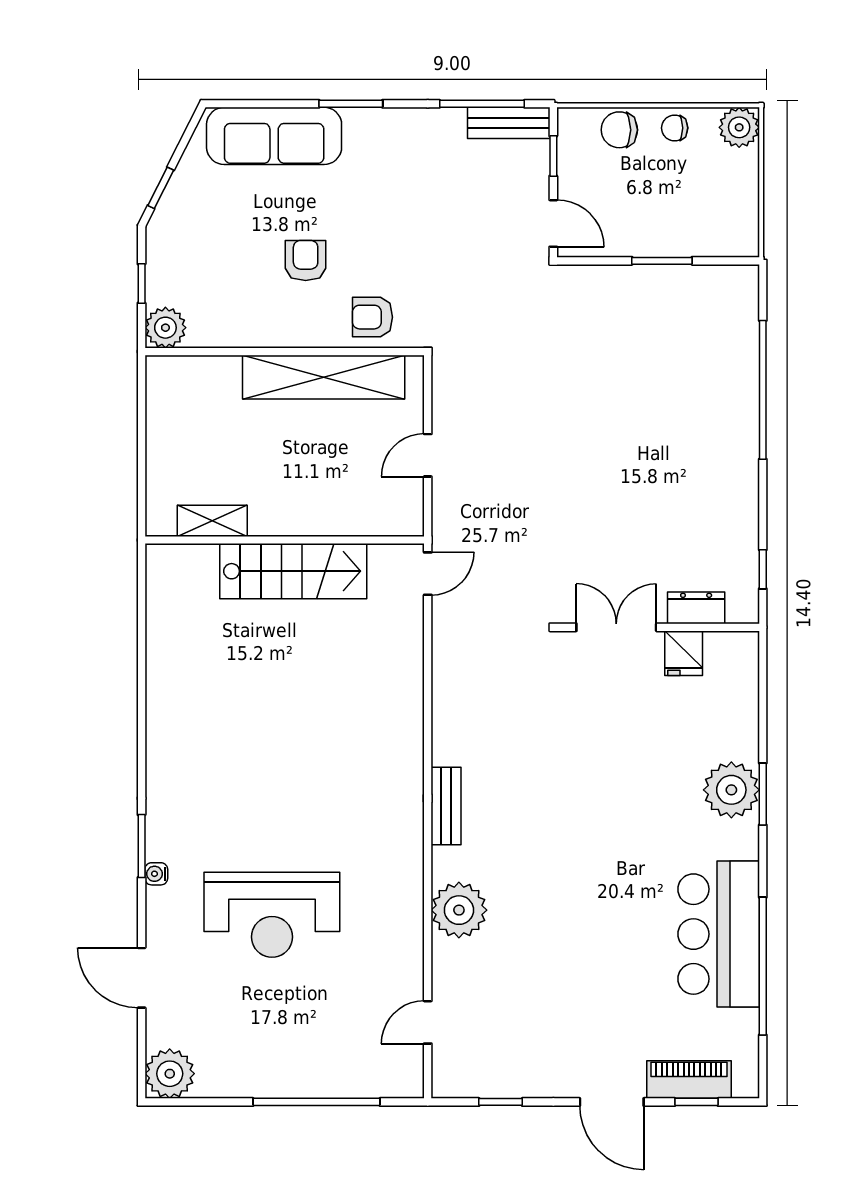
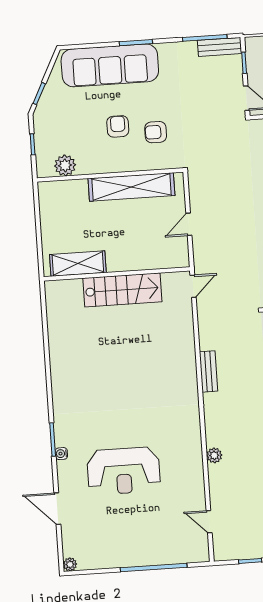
sofa: (274, 136) -> (110, 65), width x1.36, depth x1.27
armchair: (372, 317) -> (156, 132), moved
plant: (165, 328) -> (65, 165), moved
shelving: (212, 521) -> (78, 264), width x1.50, depth x1.33
bench: (446, 806) -> (209, 371), moved
plant: (459, 910) -> (214, 455), width x0.53, depth x0.53
door: (428, 1022) -> (209, 522), hinge flipped
plant: (170, 1074) -> (70, 564), width x0.53, depth x0.53

